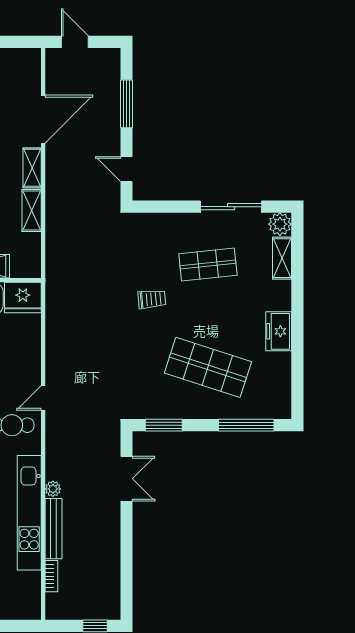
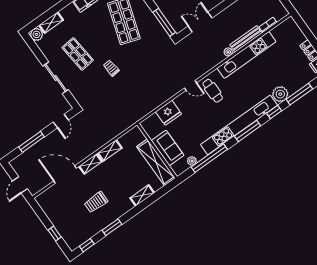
sliding door: (231, 207) -> (56, 78), moved
fridge: (23, 298) -> (168, 113), moved, turned 90
window: (164, 425) -> (164, 22), width x1.44

